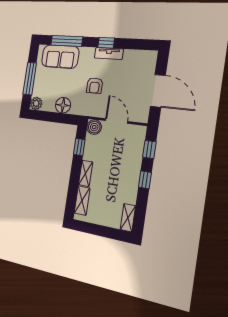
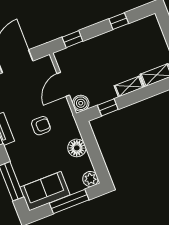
sofa: (60, 57) -> (45, 191), moved, turned -90
window: (145, 180) -> (119, 21), moved
shelving: (128, 218) -> (145, 24), removed

